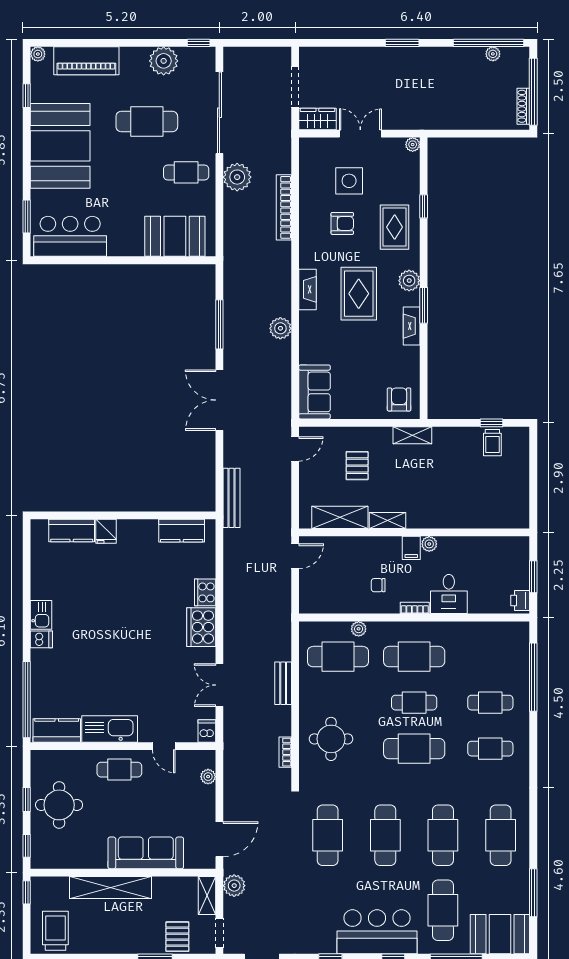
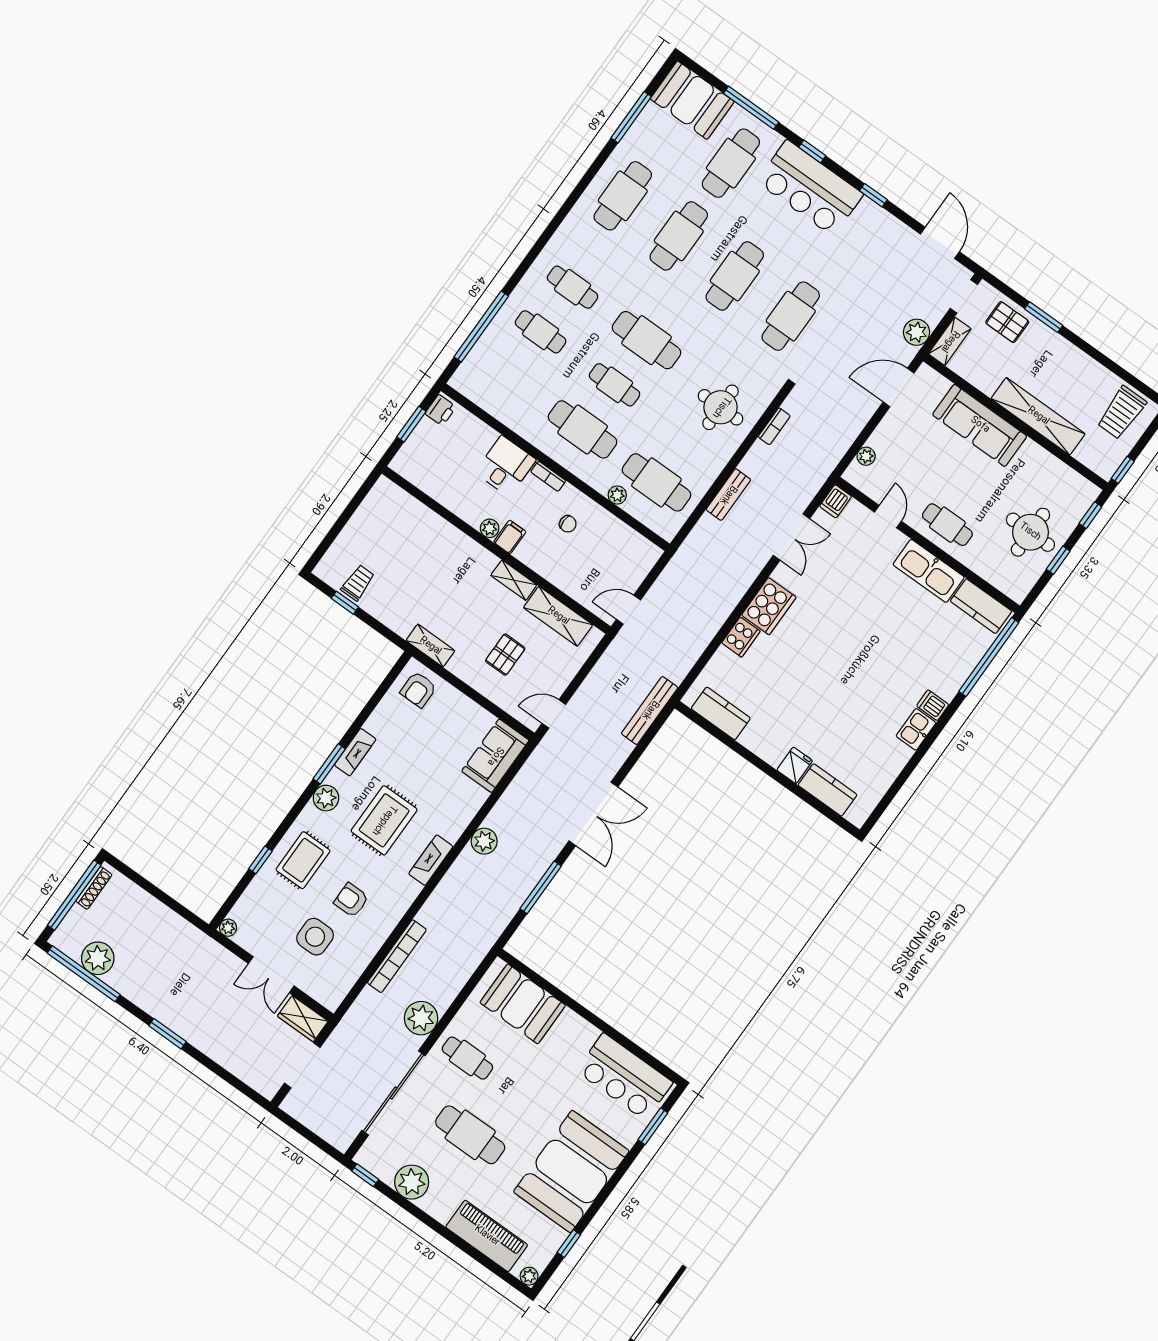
plant: (493, 54) -> (98, 958), width x1.87, depth x1.87
pallet: (177, 937) -> (1007, 322), turned 90

